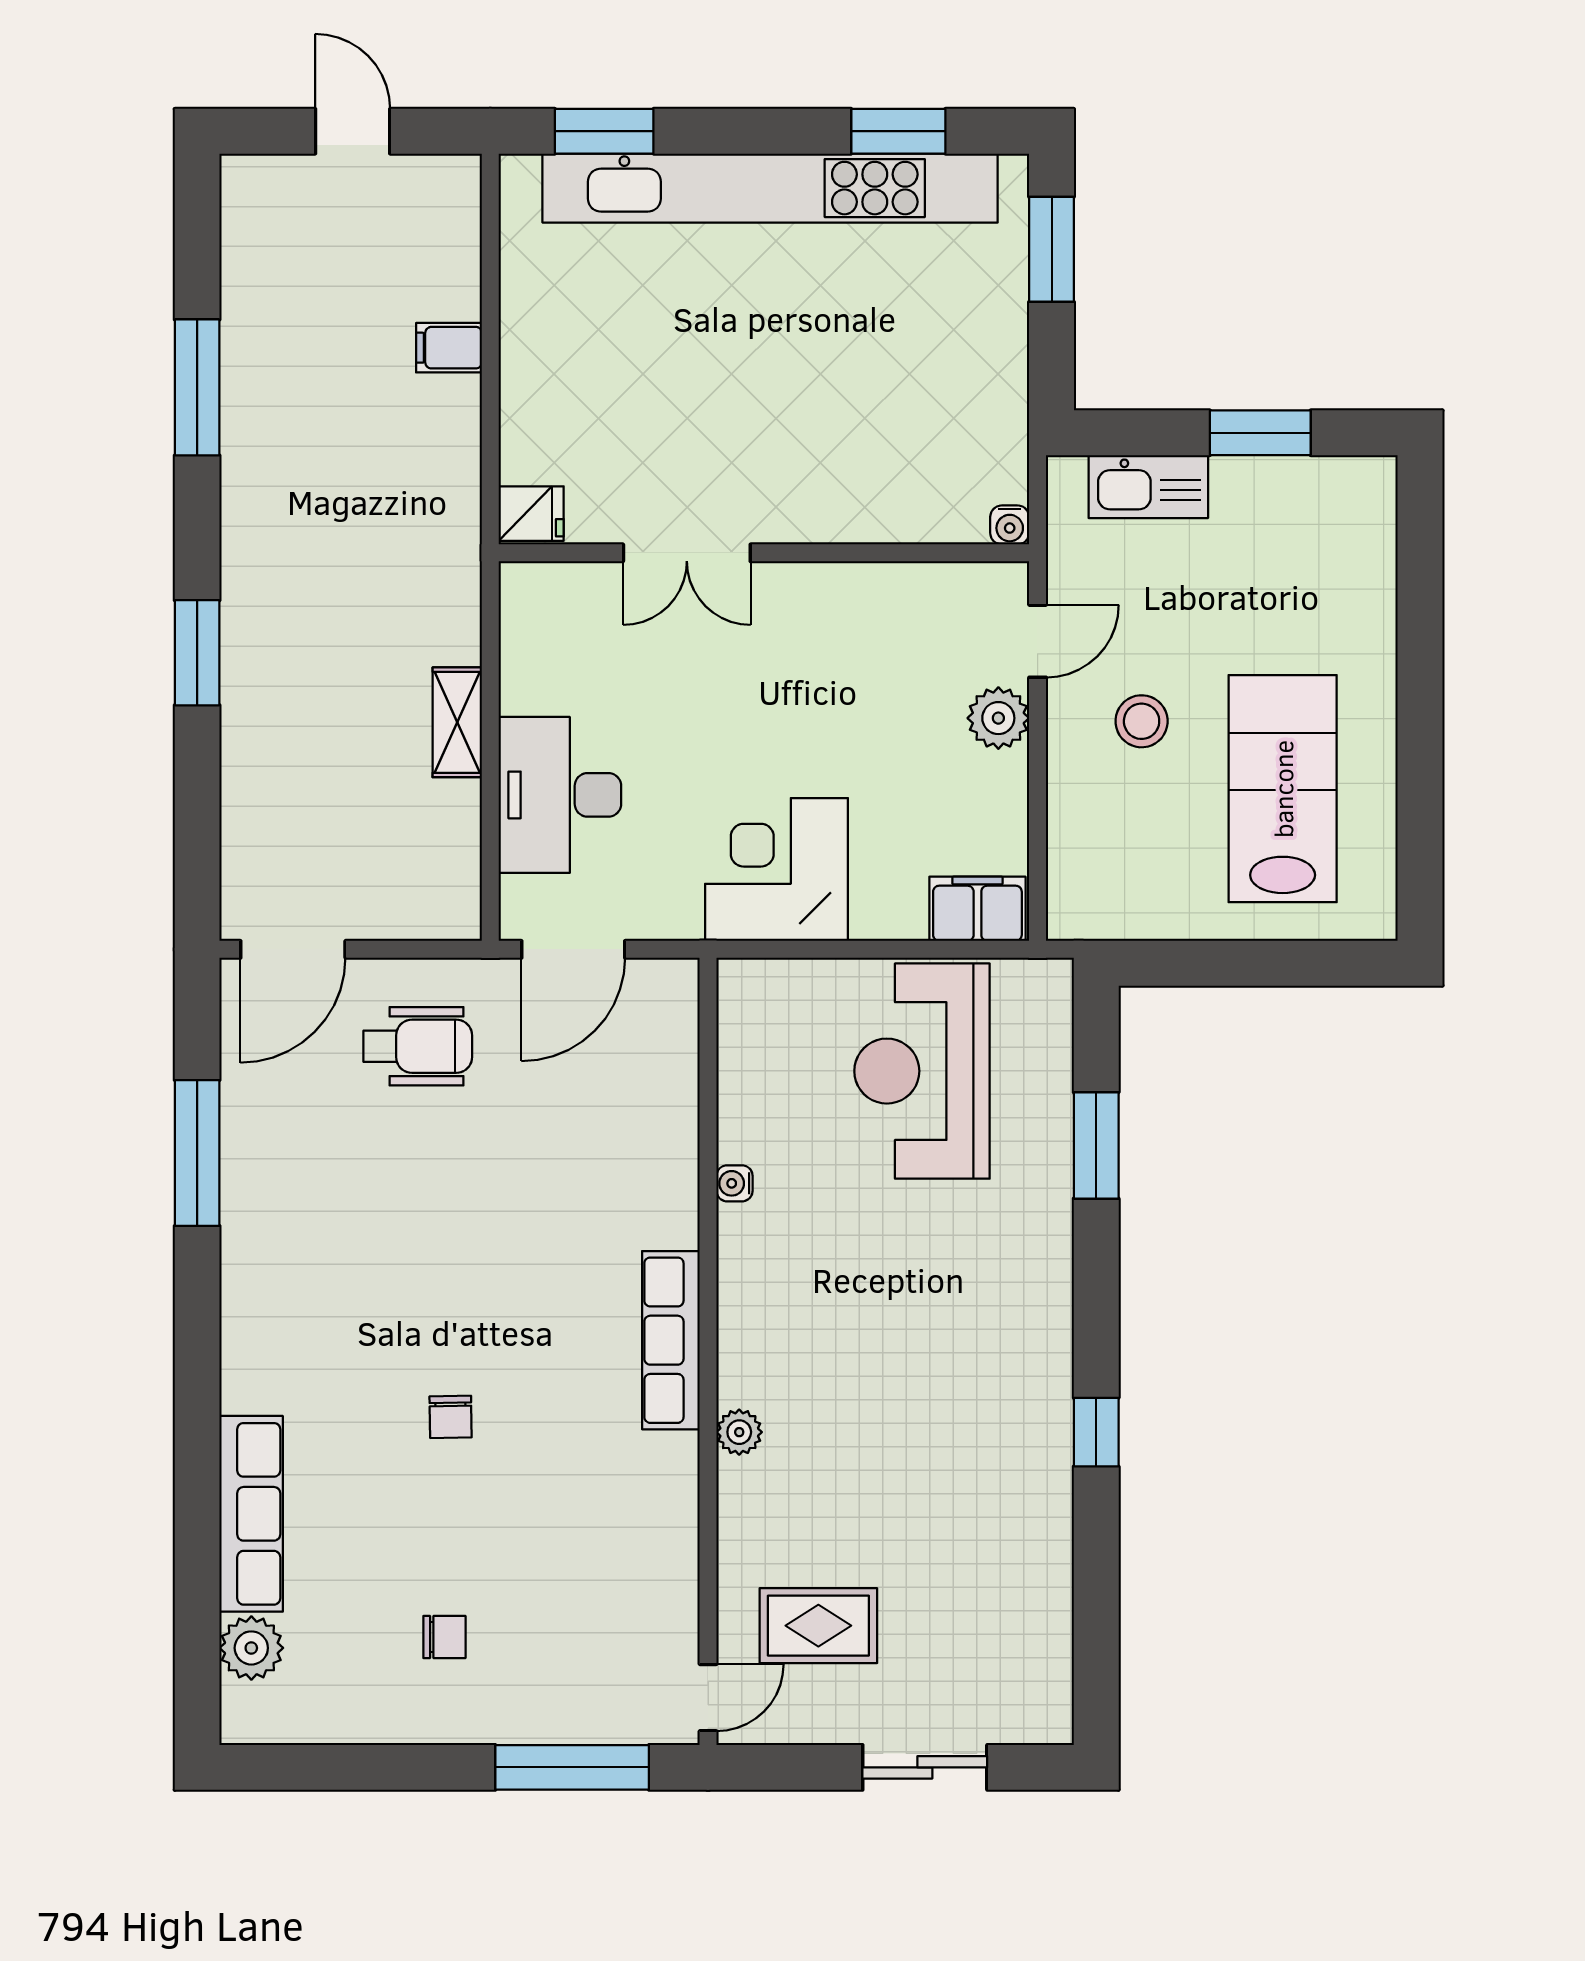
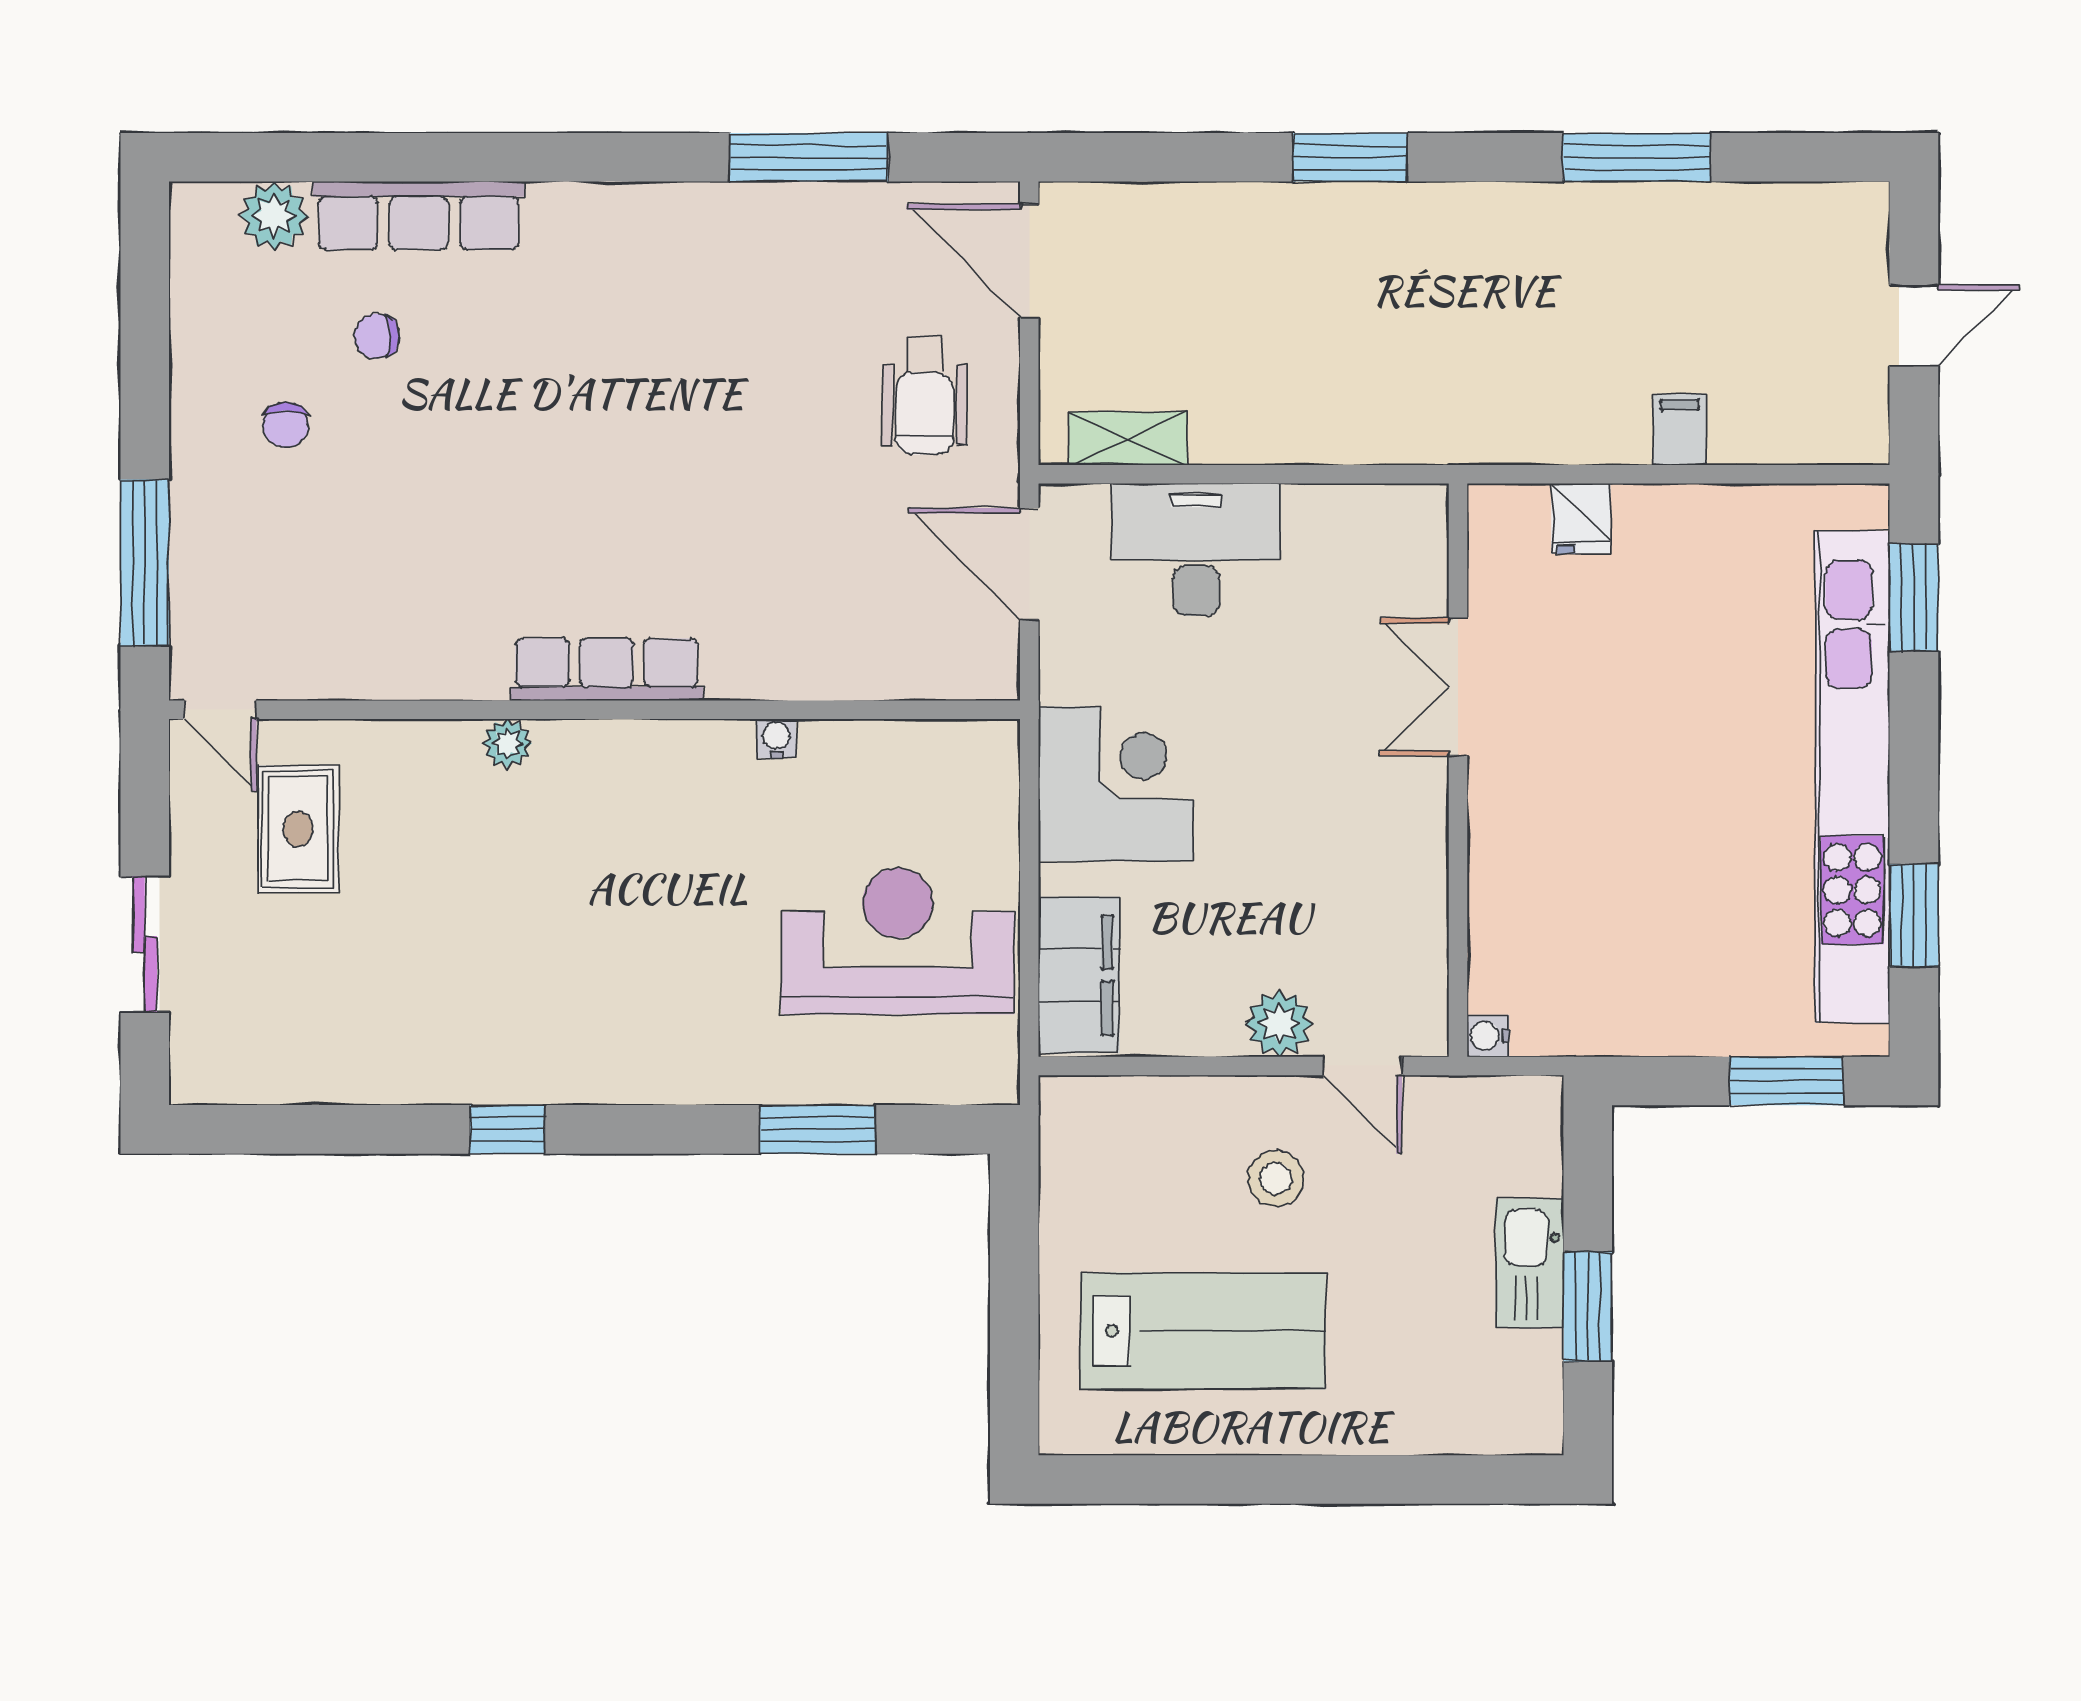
kitchen sink: (1148, 487) -> (1530, 1263), moved
fridge: (531, 514) -> (1581, 518), moved
shelving: (457, 722) -> (1128, 439), moved
filing cabinet: (977, 909) -> (1079, 975), width x1.50, depth x1.17
chair: (451, 1417) -> (377, 336), moved

